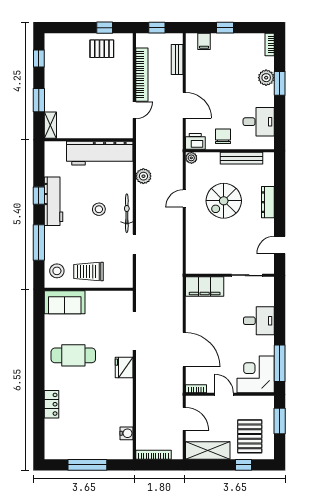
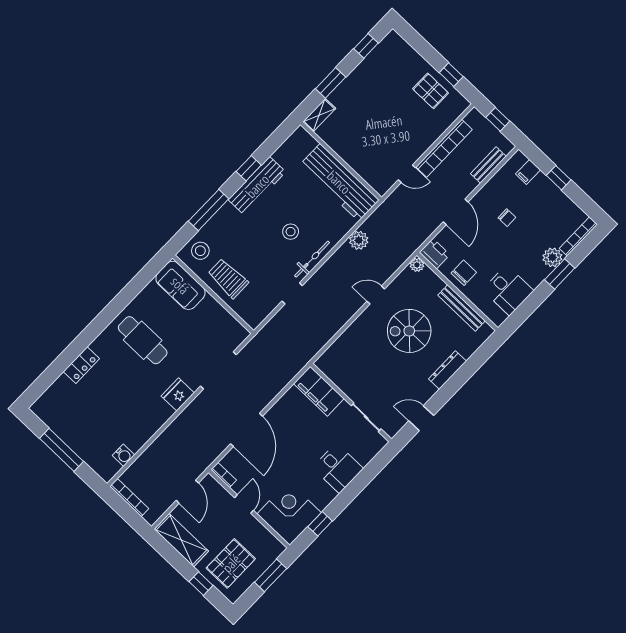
bookcase: (270, 45) -> (578, 236), width x1.56
chair: (217, 80) -> (507, 218), added
window: (280, 363) -> (320, 524), width x0.46

